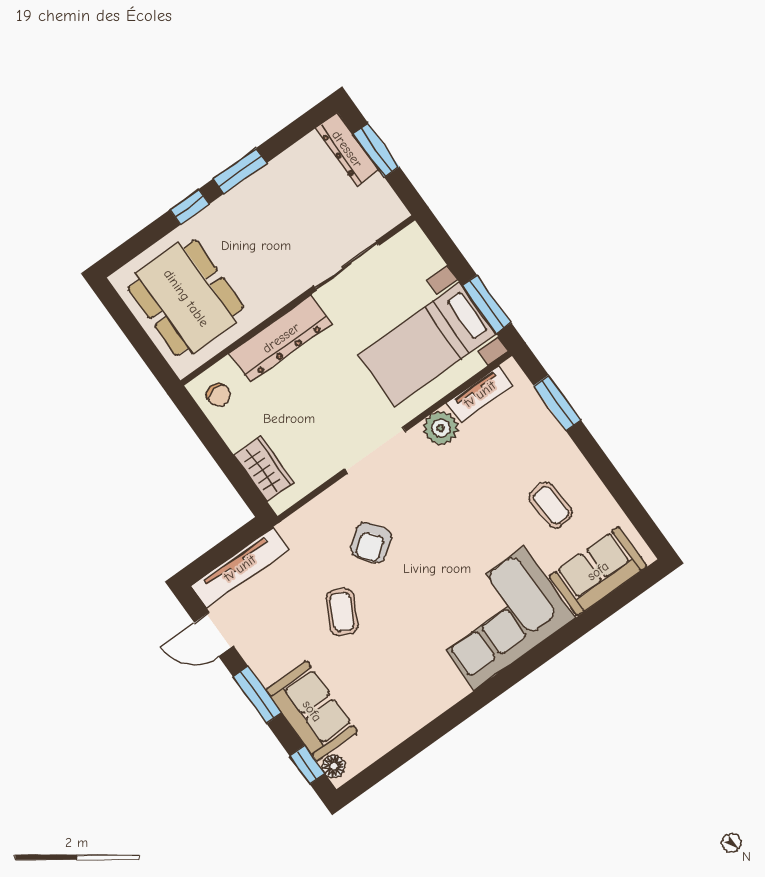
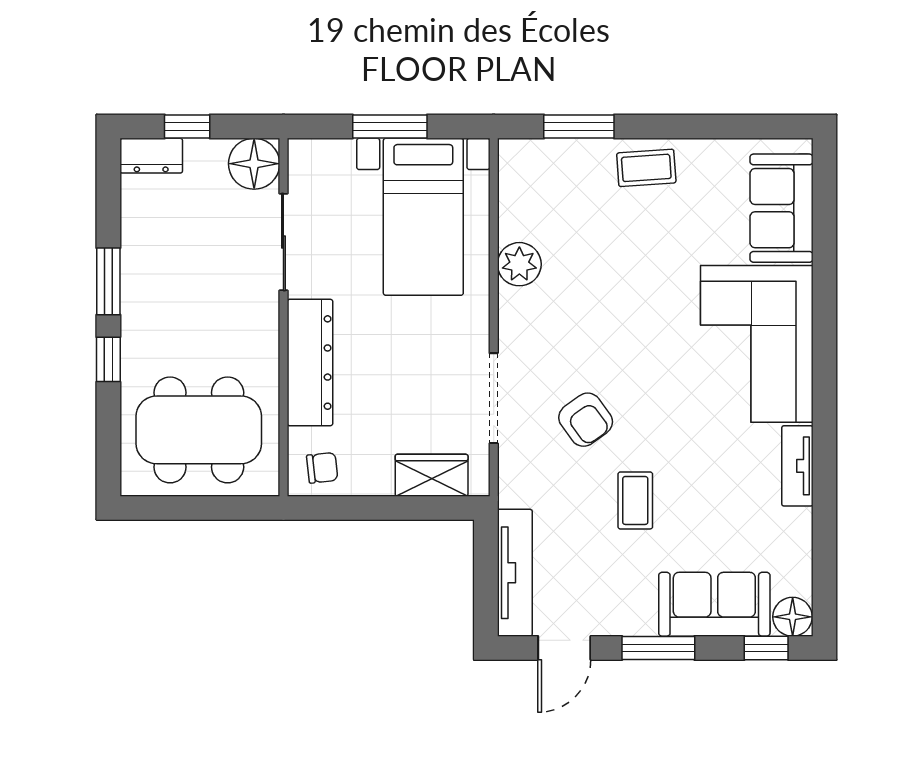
dresser: (347, 149) -> (151, 156), width x0.70
window: (376, 150) -> (187, 127), width x0.67
floor lamp: (383, 211) -> (254, 164), added
window: (486, 304) -> (390, 127), moved
tv unit: (480, 394) -> (797, 466), moved, turned 180
doorway: (375, 450) -> (494, 398), moved
coffee table: (551, 505) -> (646, 168), moved
coffee table: (342, 612) -> (635, 500), turned 63
floor lamp: (334, 766) -> (793, 617), width x1.37, depth x1.37

